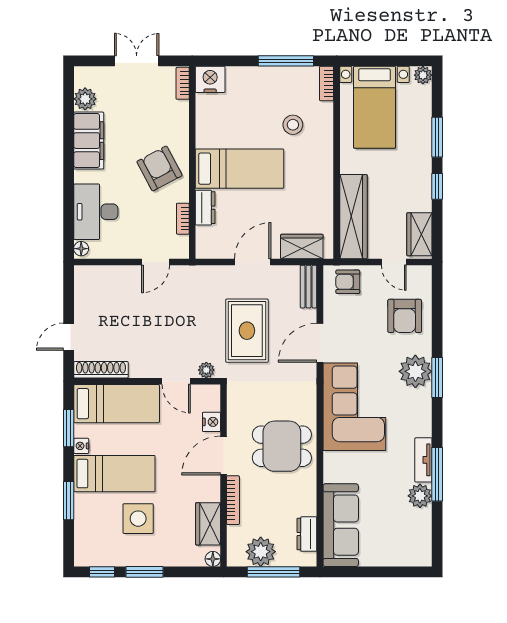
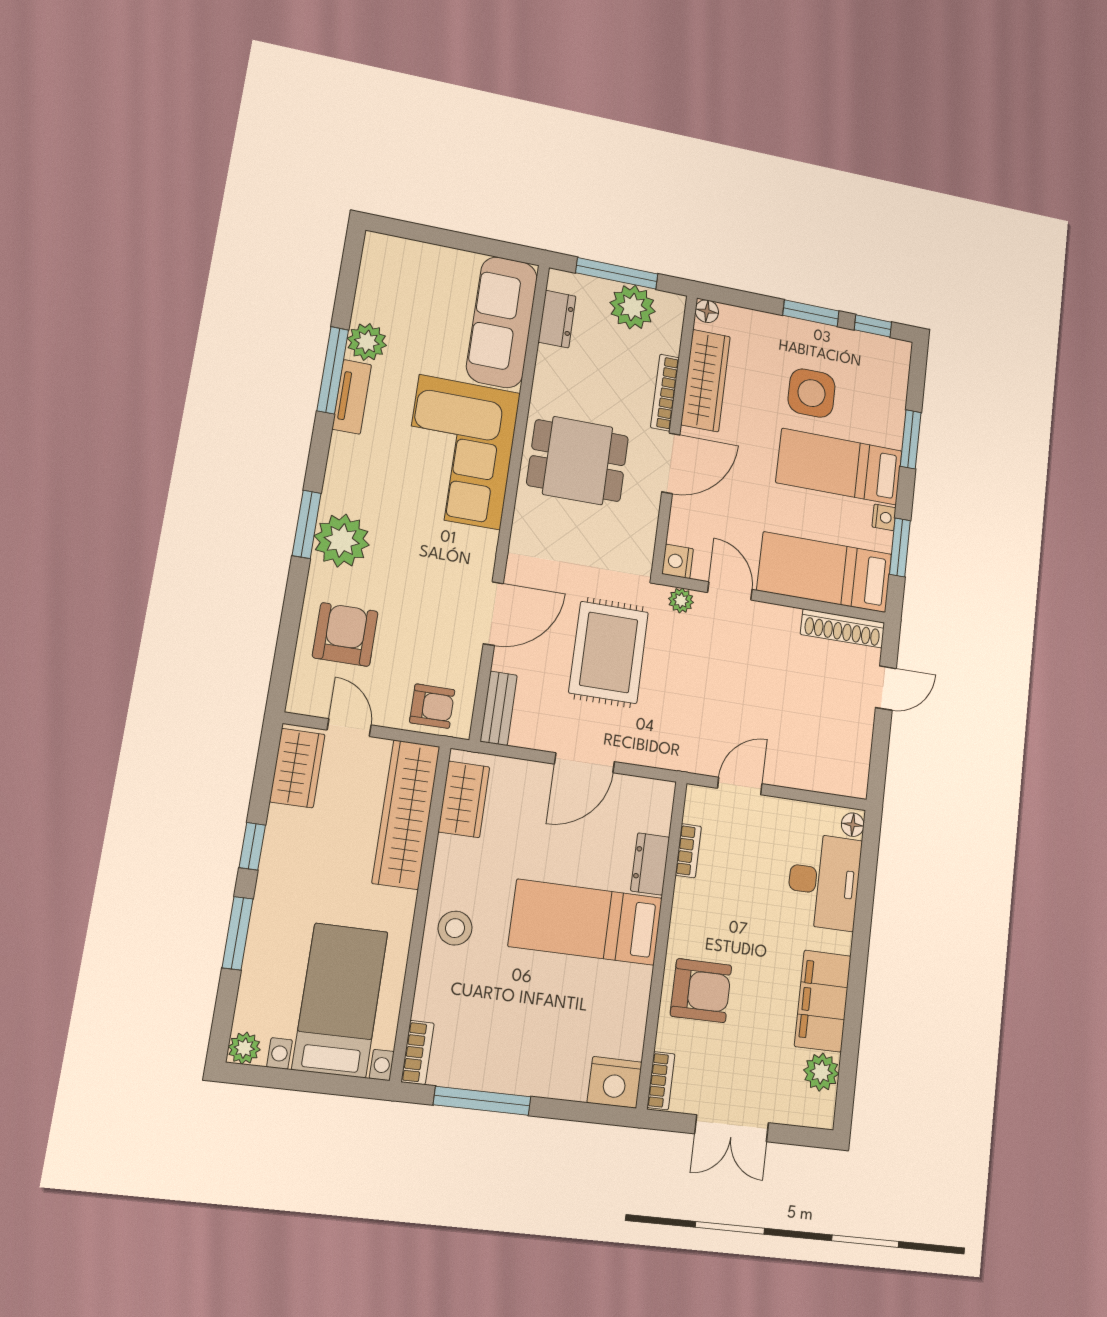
stool: (293, 125) -> (455, 928), moved
armchair: (159, 168) -> (701, 991), moved, turned -62
wardrobe: (302, 246) -> (464, 799), moved, turned -90
corner sofa: (354, 407) -> (460, 452), moved
nightstand: (211, 422) -> (678, 561), moved
wardrobe: (208, 524) -> (706, 380), width x1.50

